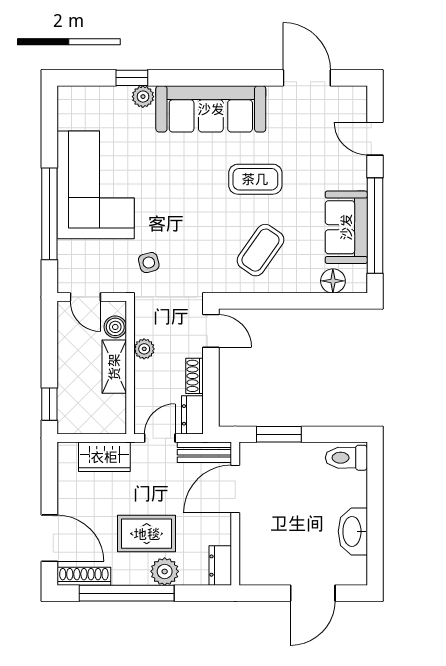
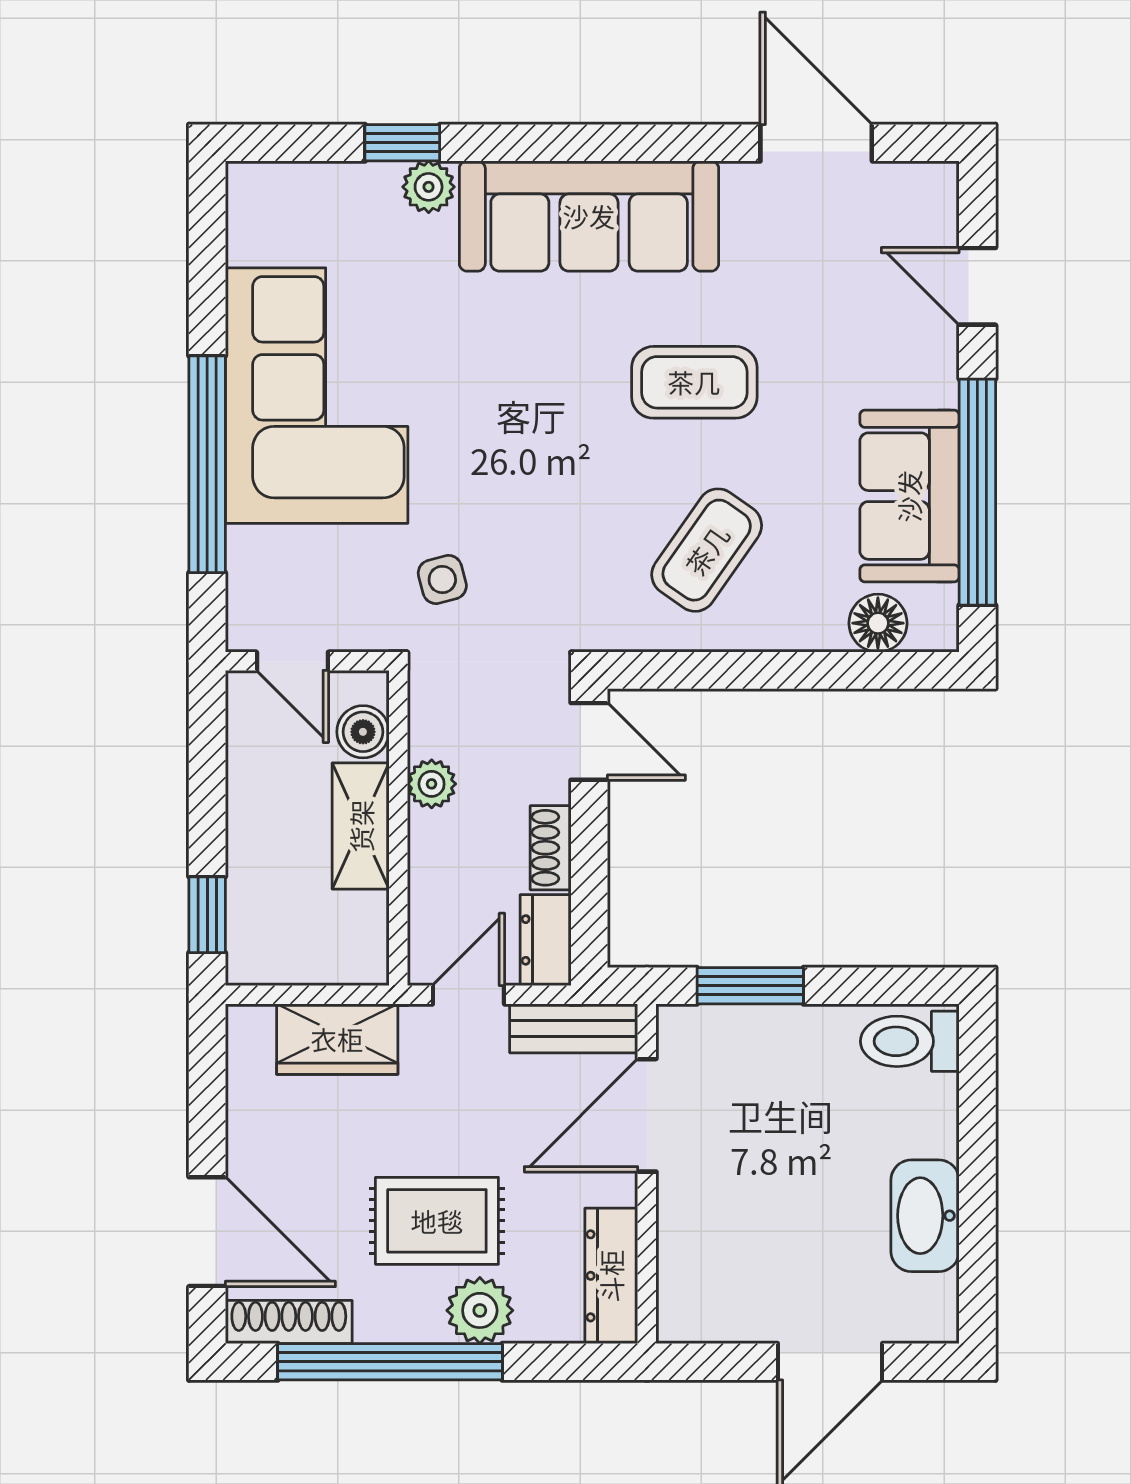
dresser: (220, 566) -> (611, 1276), width x1.44

